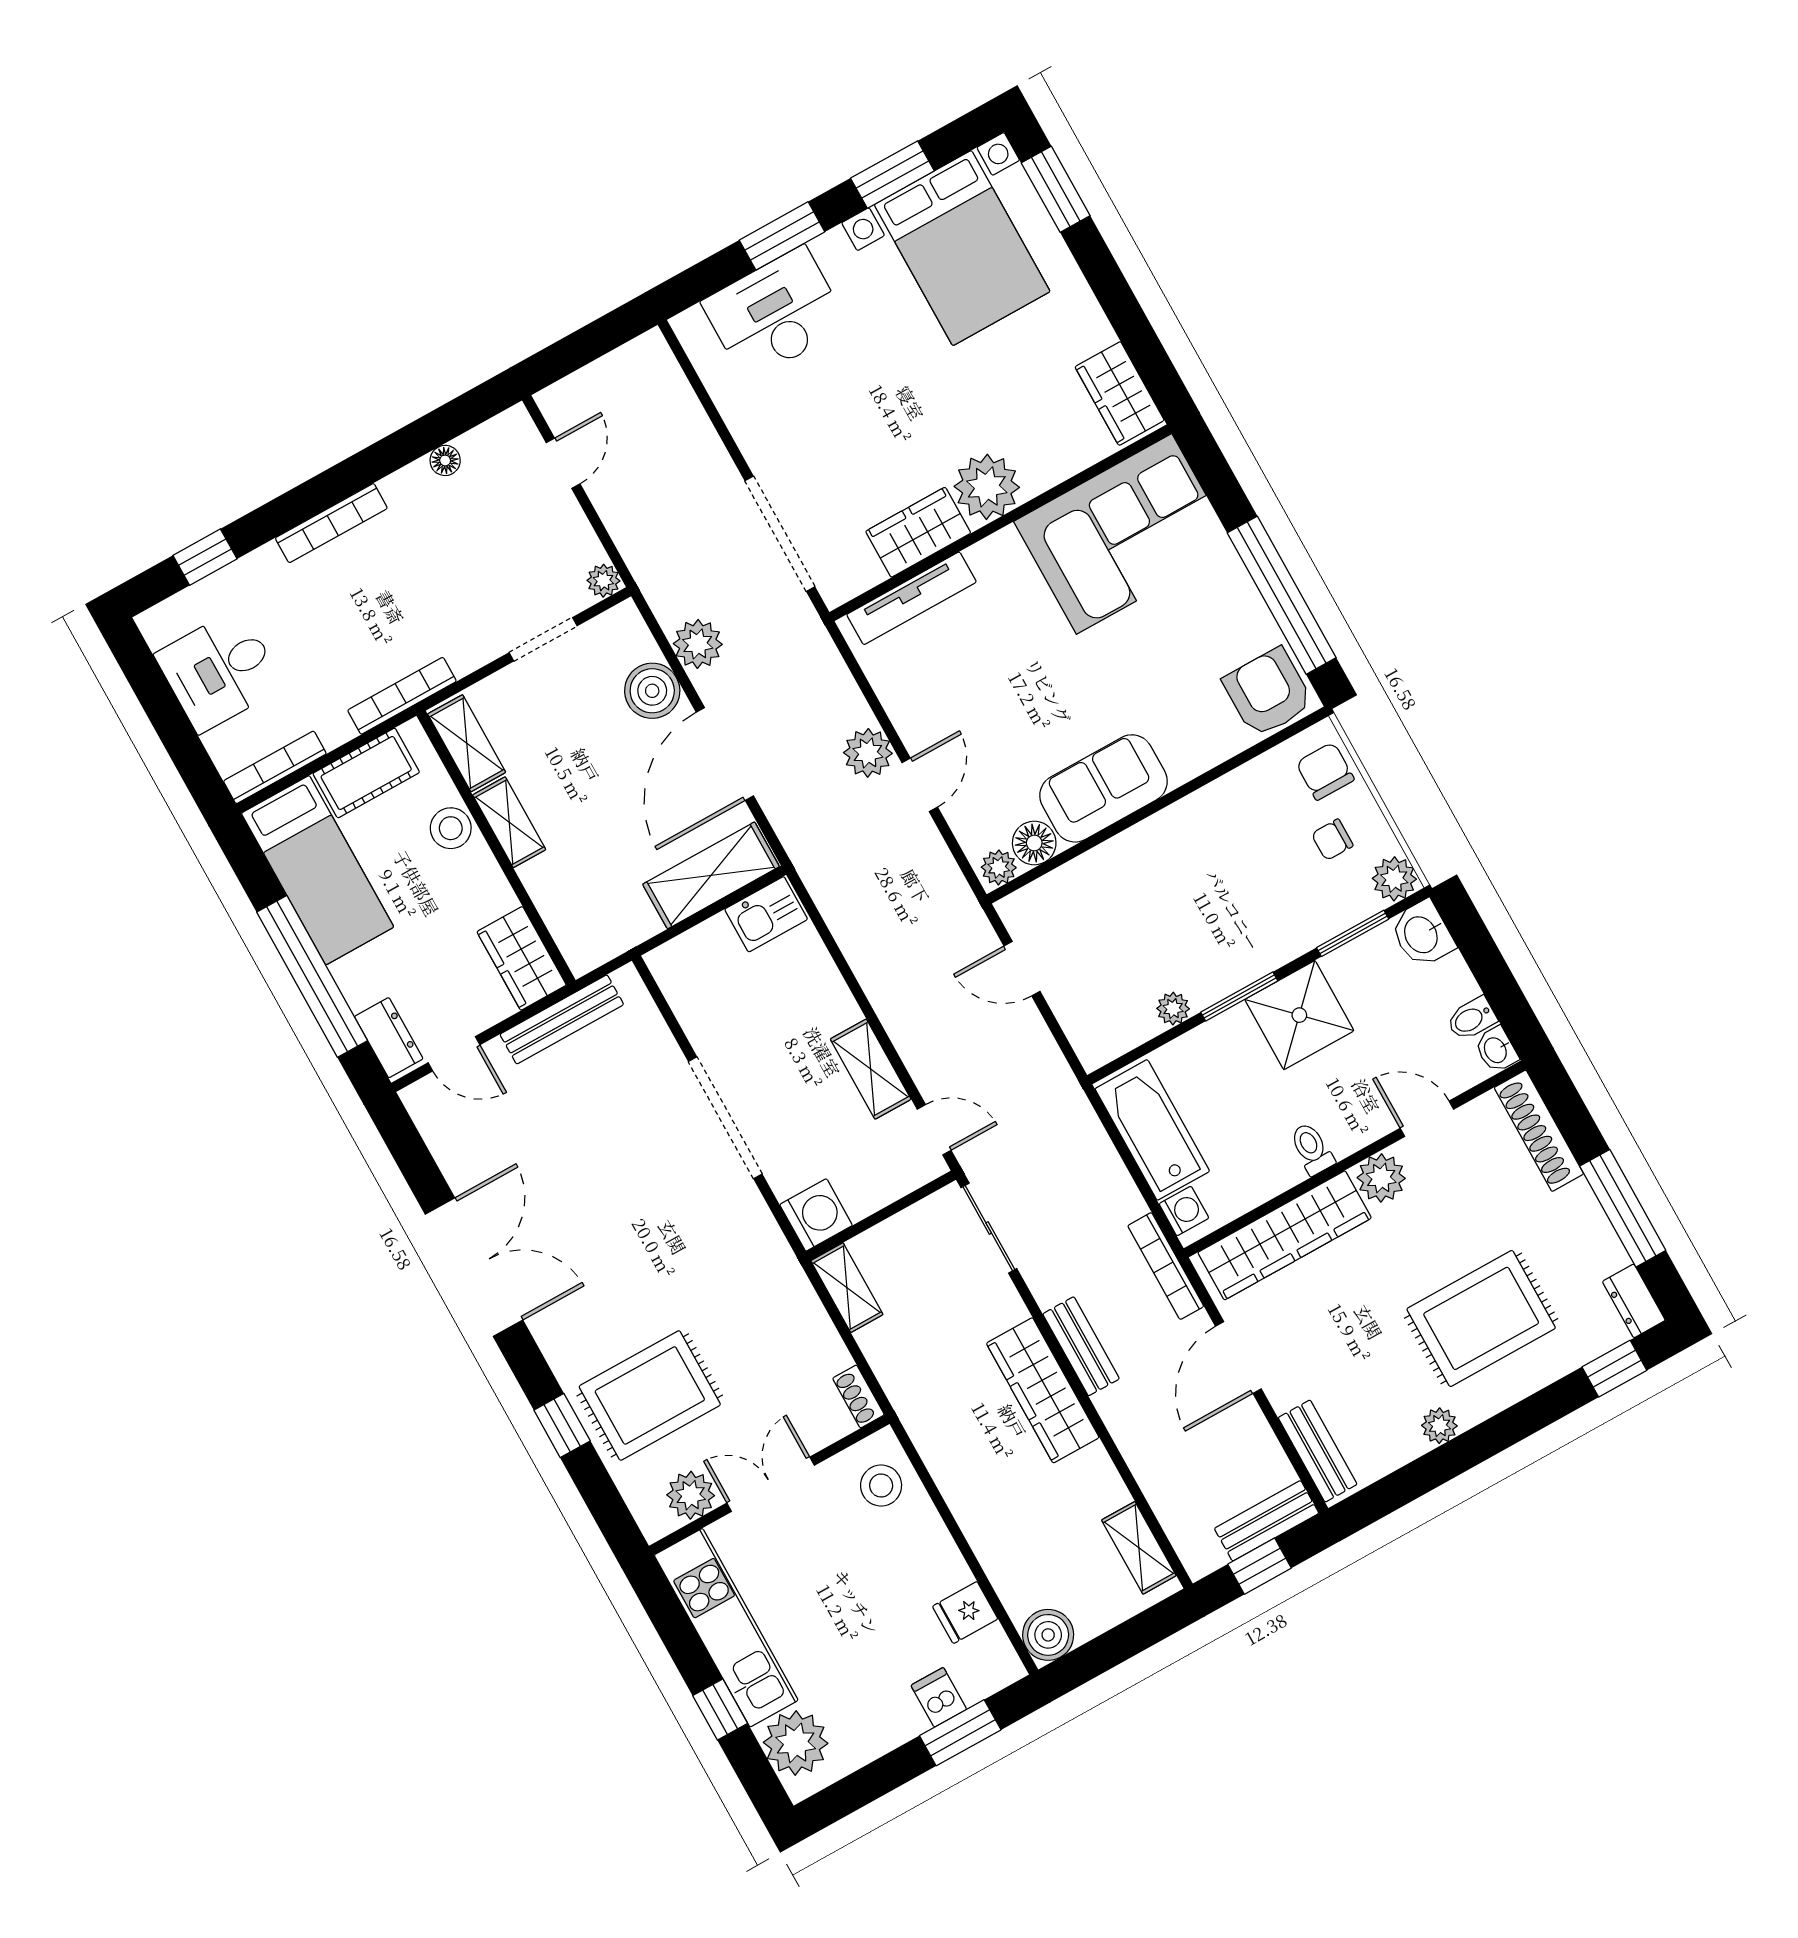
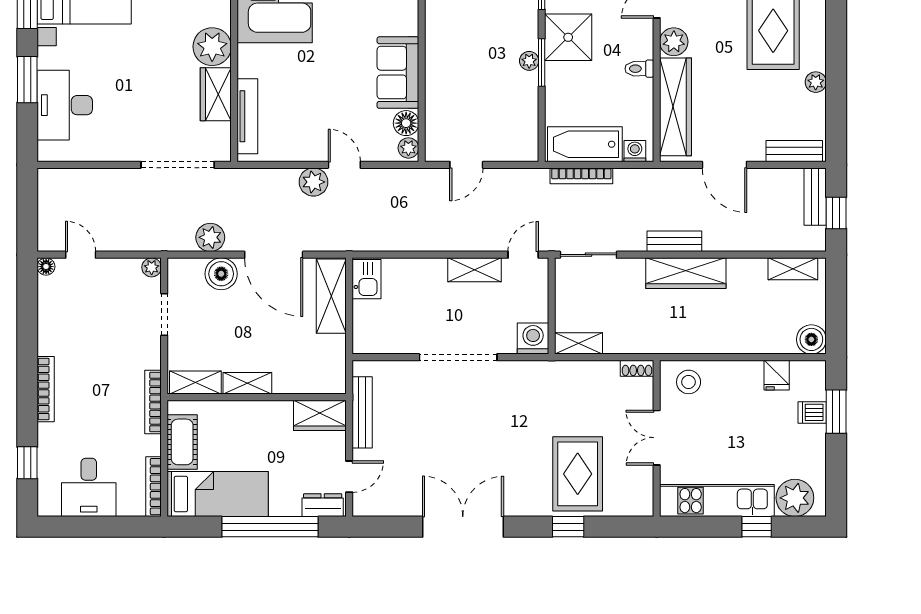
floor lamp: (445, 460) -> (46, 267), moved
stool: (451, 828) -> (234, 415), removed
plant: (1173, 1009) -> (529, 61), moved
bookcase: (1166, 1266) -> (581, 176), moved
plant: (691, 1495) -> (640, 481), removed

